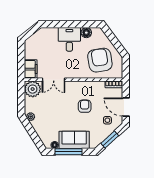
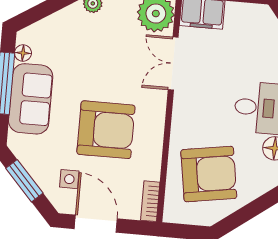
armchair: (85, 106) -> (106, 130), width x1.88, depth x1.88
door: (126, 107) -> (96, 224), hinge flipped

